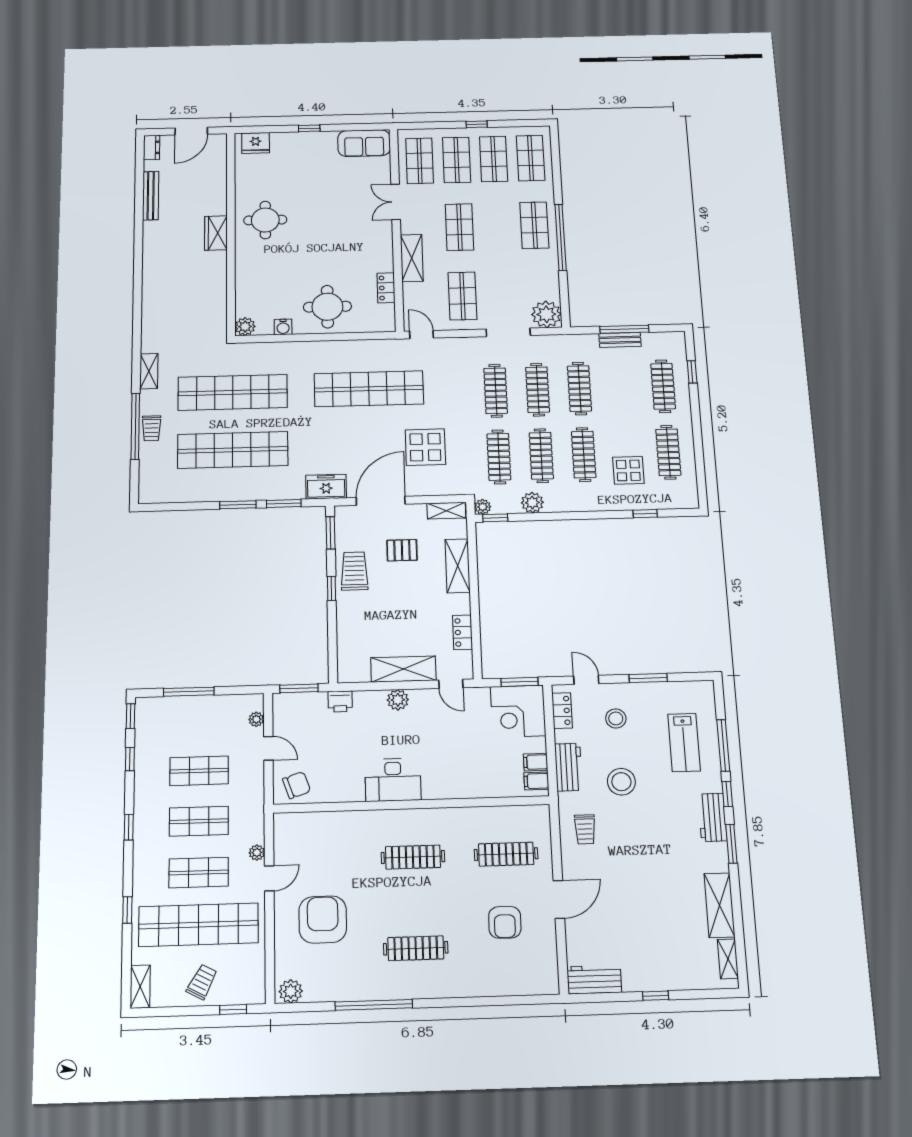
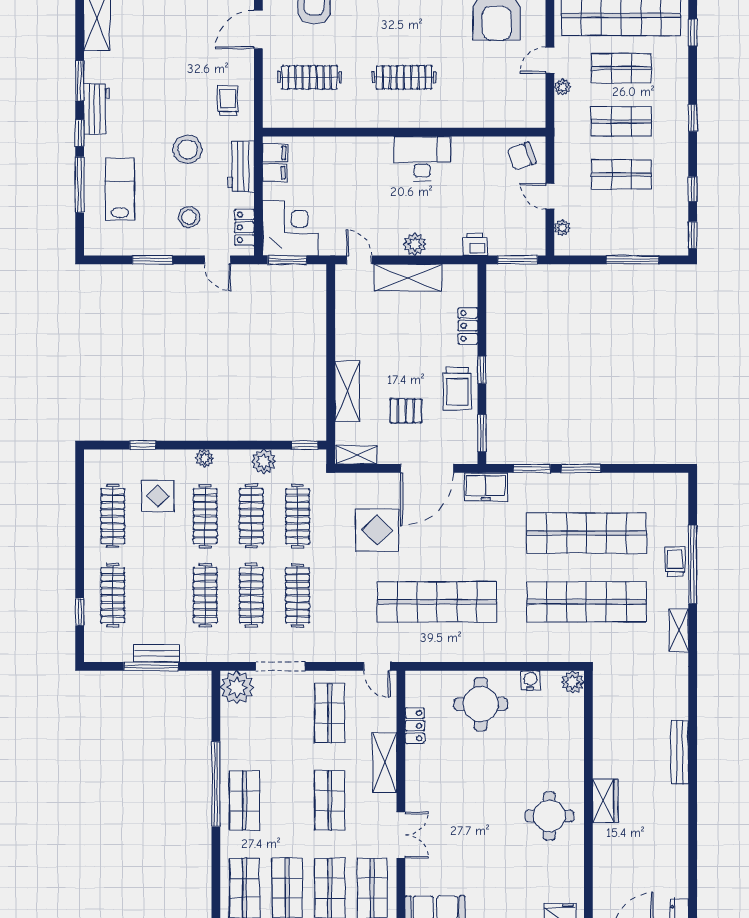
bench: (151, 196) -> (679, 752), moved
plant: (483, 507) -> (204, 458), moved
locker: (462, 632) -> (468, 326), moved, turned 180

